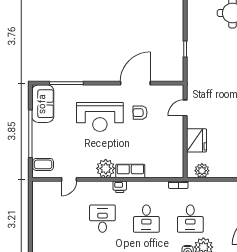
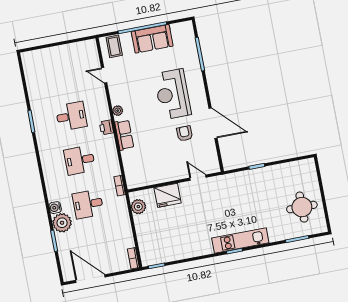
sofa: (43, 104) -> (152, 39), moved
plant: (106, 168) -> (118, 111), width x0.53, depth x0.53

